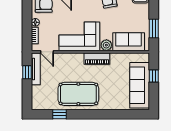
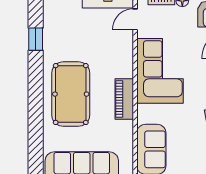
plant: (106, 45) -> (146, 114), removed
pool table: (78, 94) -> (71, 94), moved

